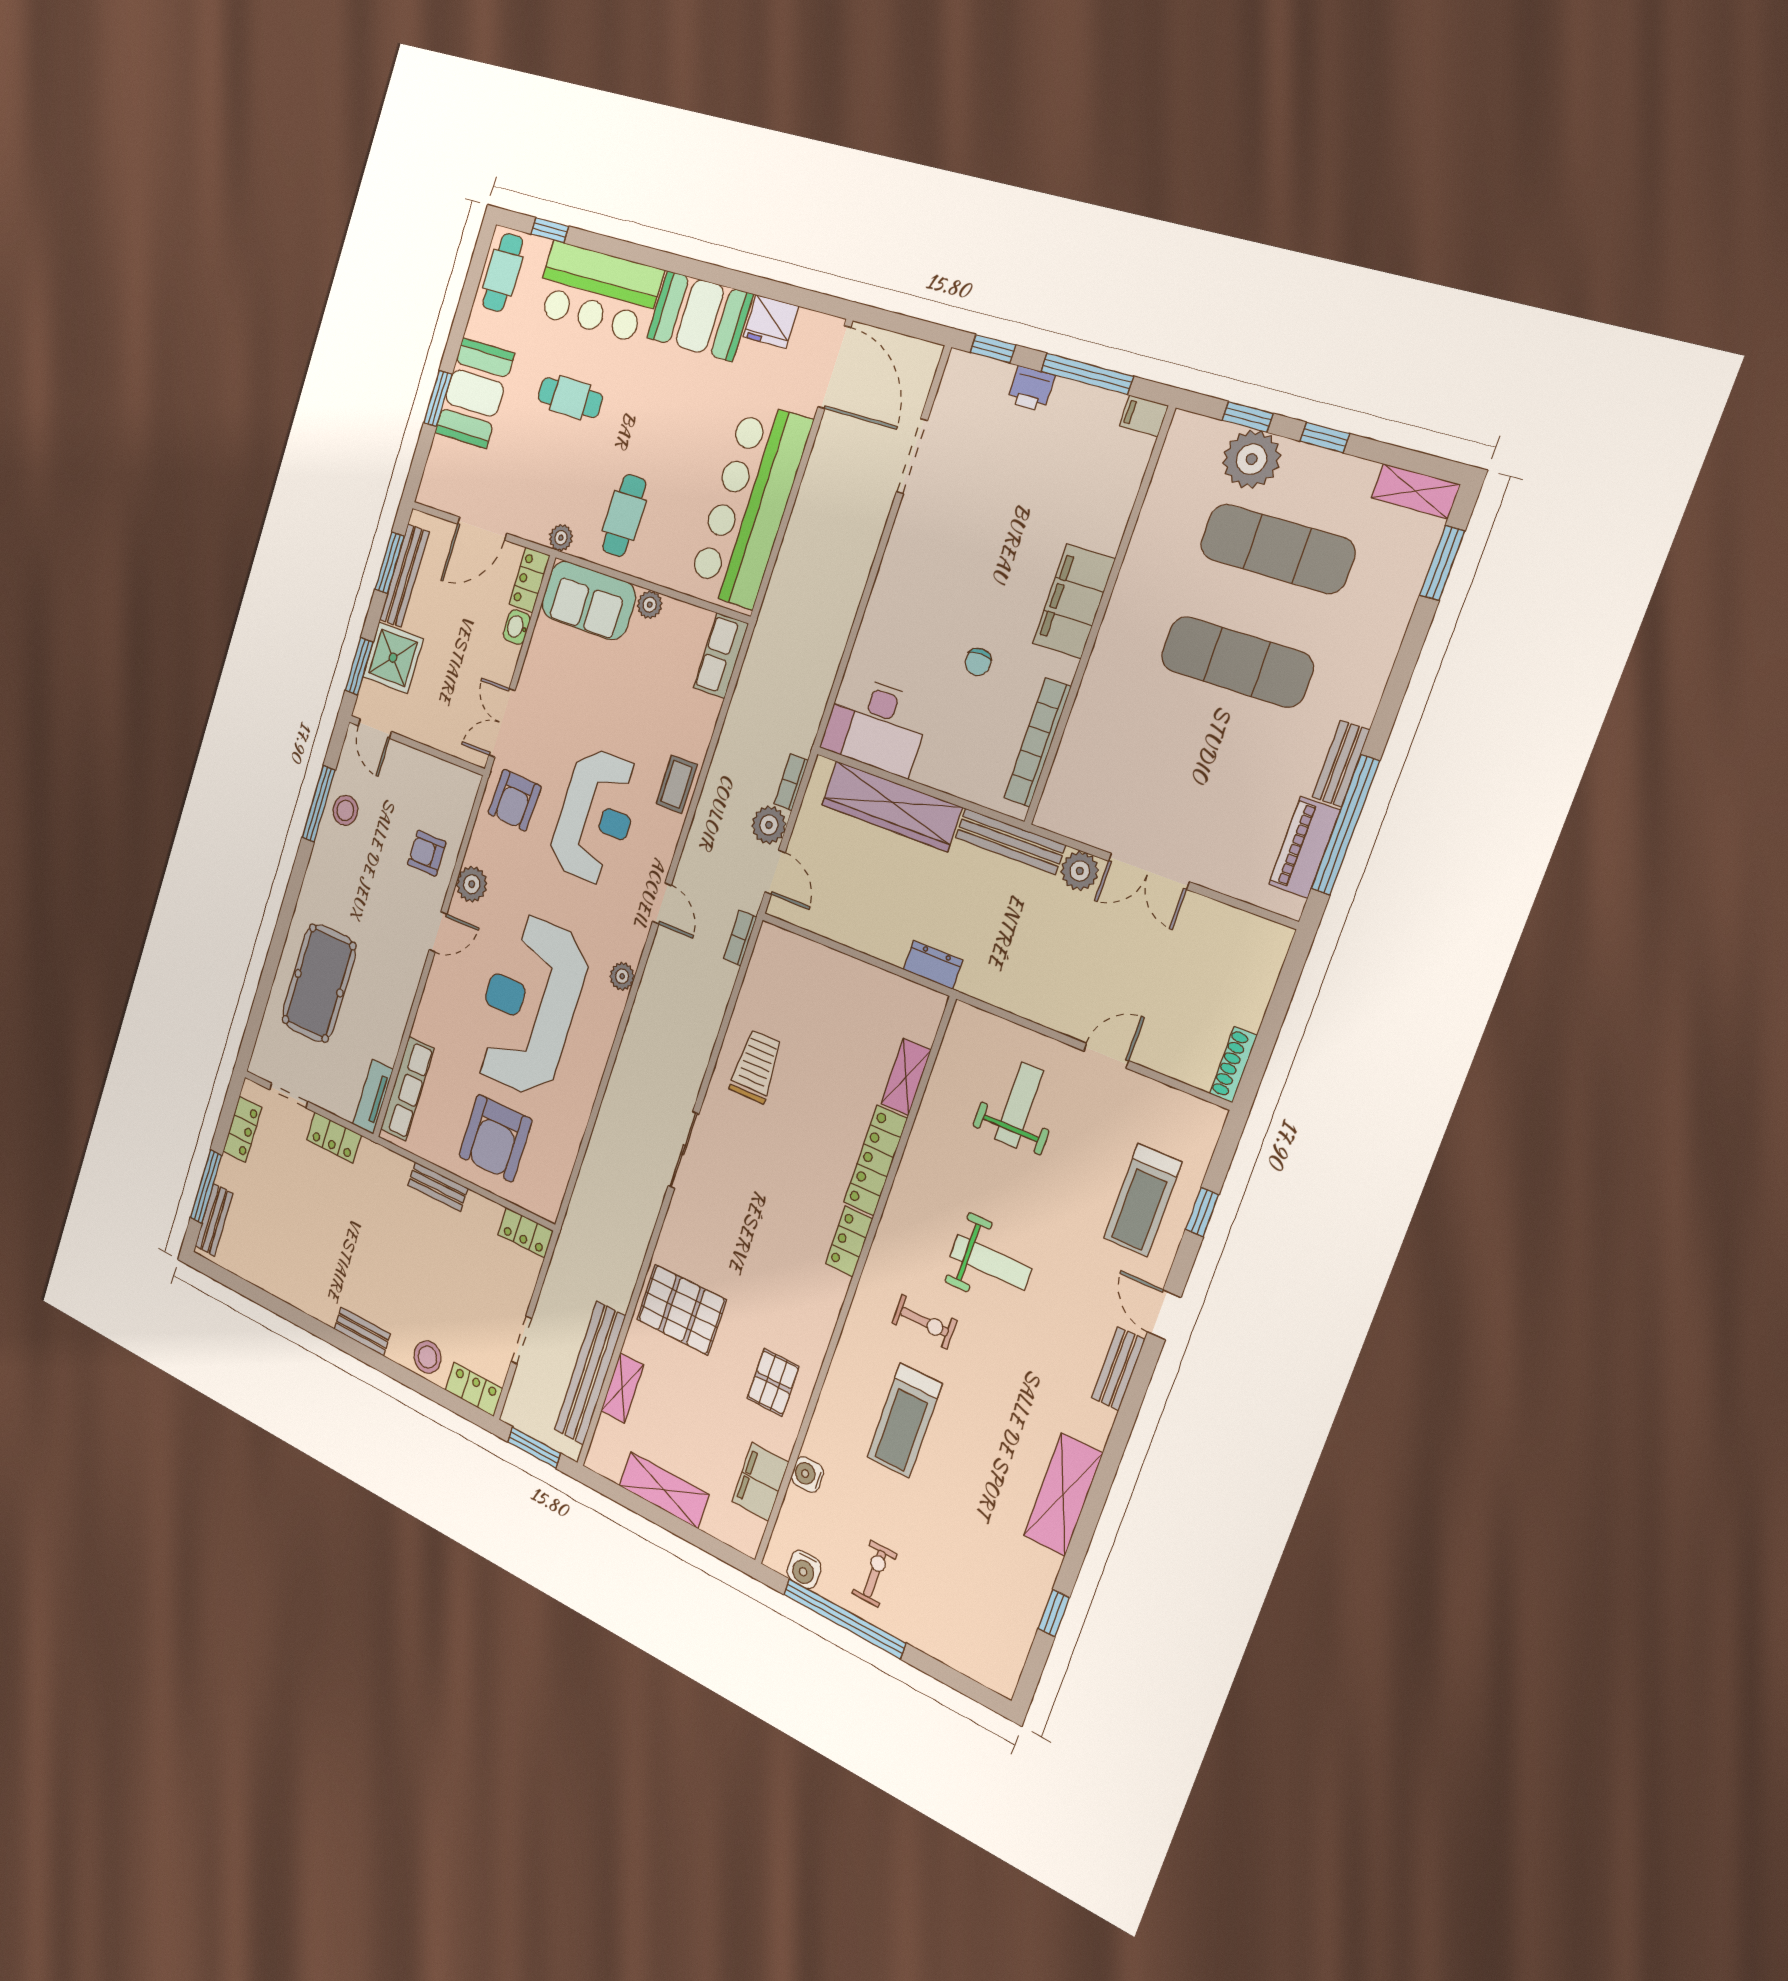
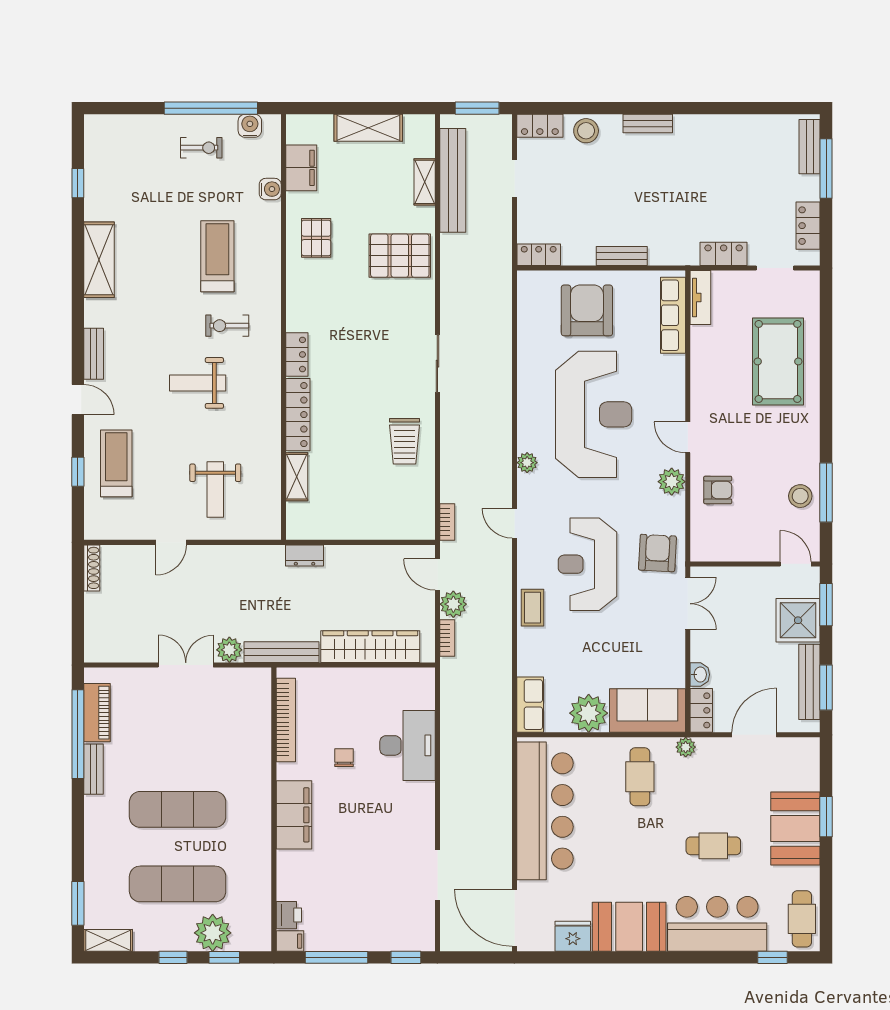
printer: (1031, 389) -> (289, 915), moved, turned 90
plant: (650, 605) -> (589, 713), width x1.88, depth x1.88
desk: (876, 725) -> (408, 745), moved, turned 90
door: (438, 932) -> (688, 437), hinge flipped
exercise bike: (874, 1574) -> (201, 148), turned -90

